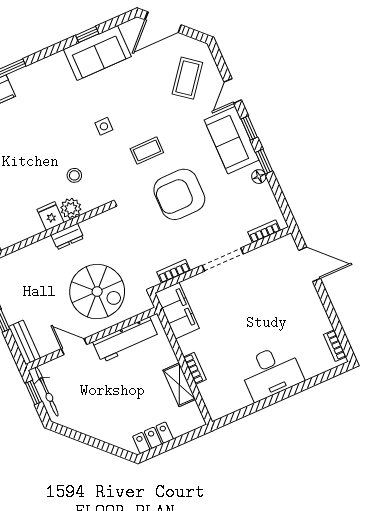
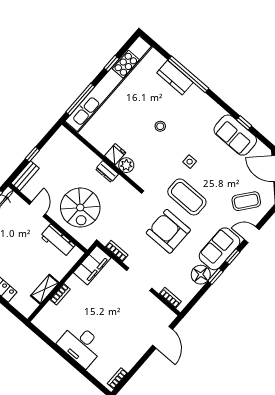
coffee table: (147, 151) -> (187, 197), width x1.86, depth x1.72
stool: (74, 175) -> (160, 126), moved
floor lamp: (259, 177) -> (201, 275), width x1.89, depth x1.89
workbench: (126, 340) -> (58, 241), width x0.73

